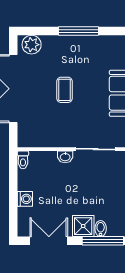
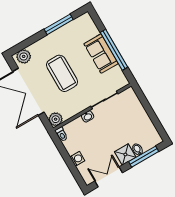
window: (78, 31) -> (59, 24), moved
coffee table: (65, 90) -> (62, 73), width x1.86, depth x1.72
plant: (26, 139) -> (56, 119), added

